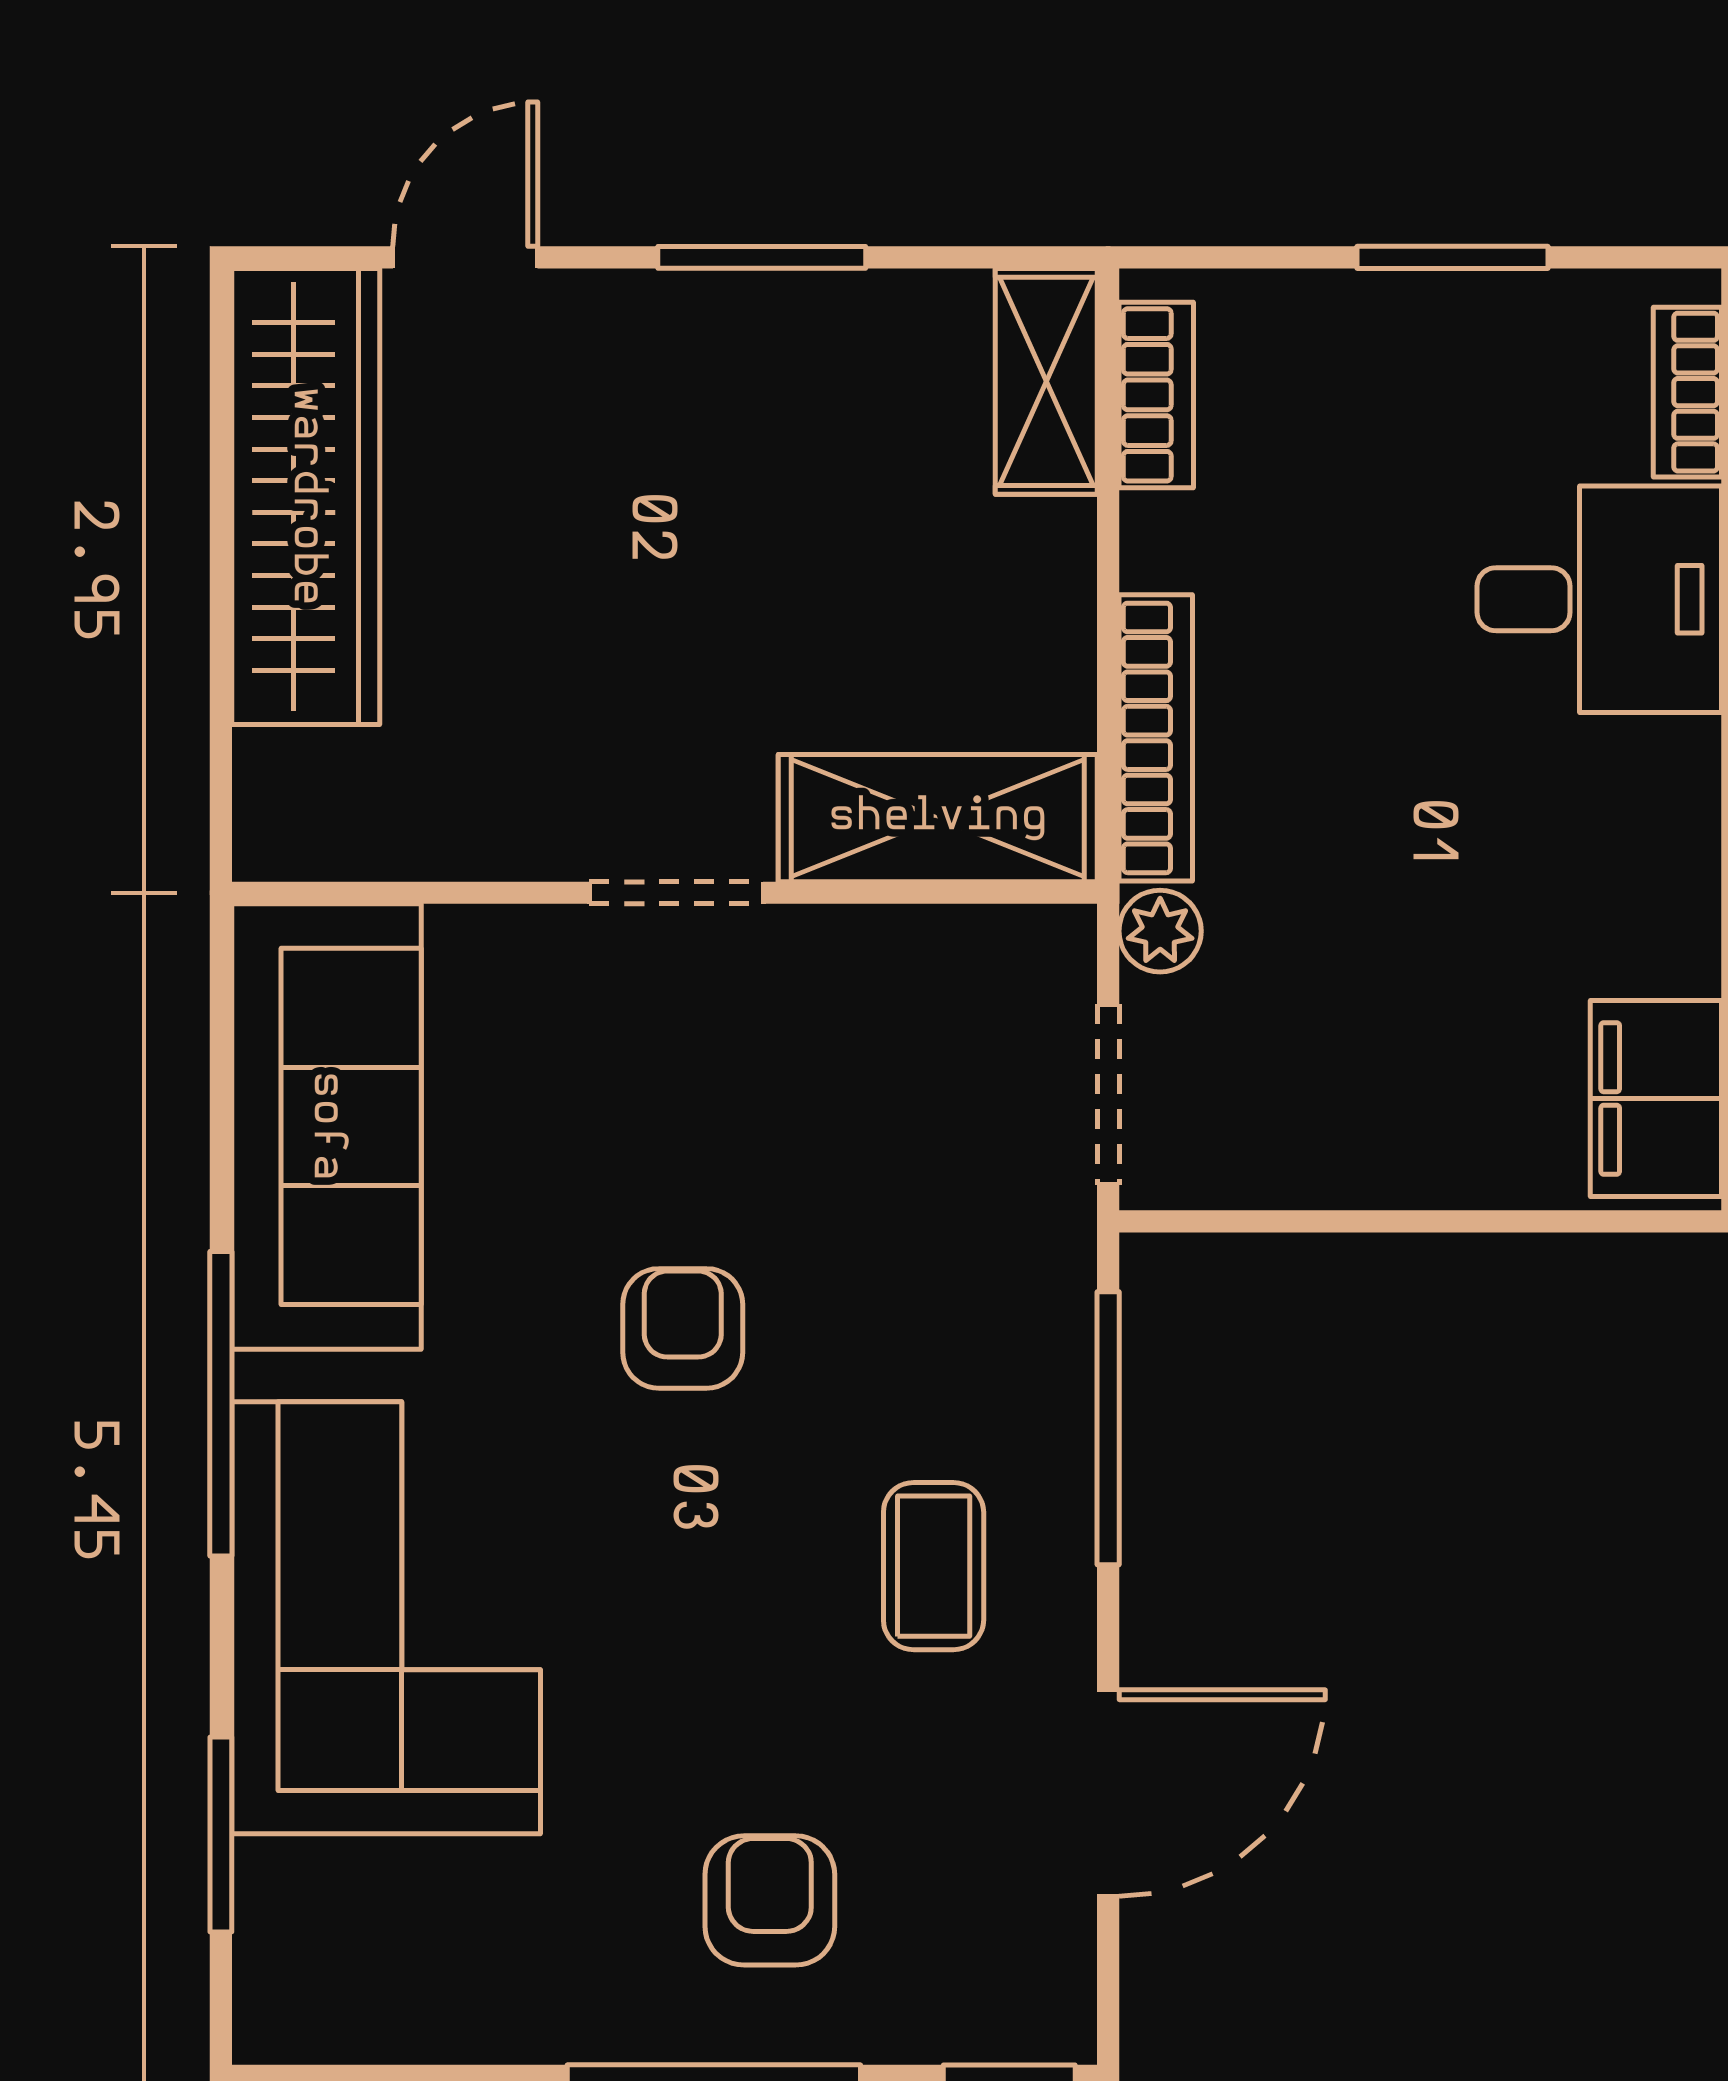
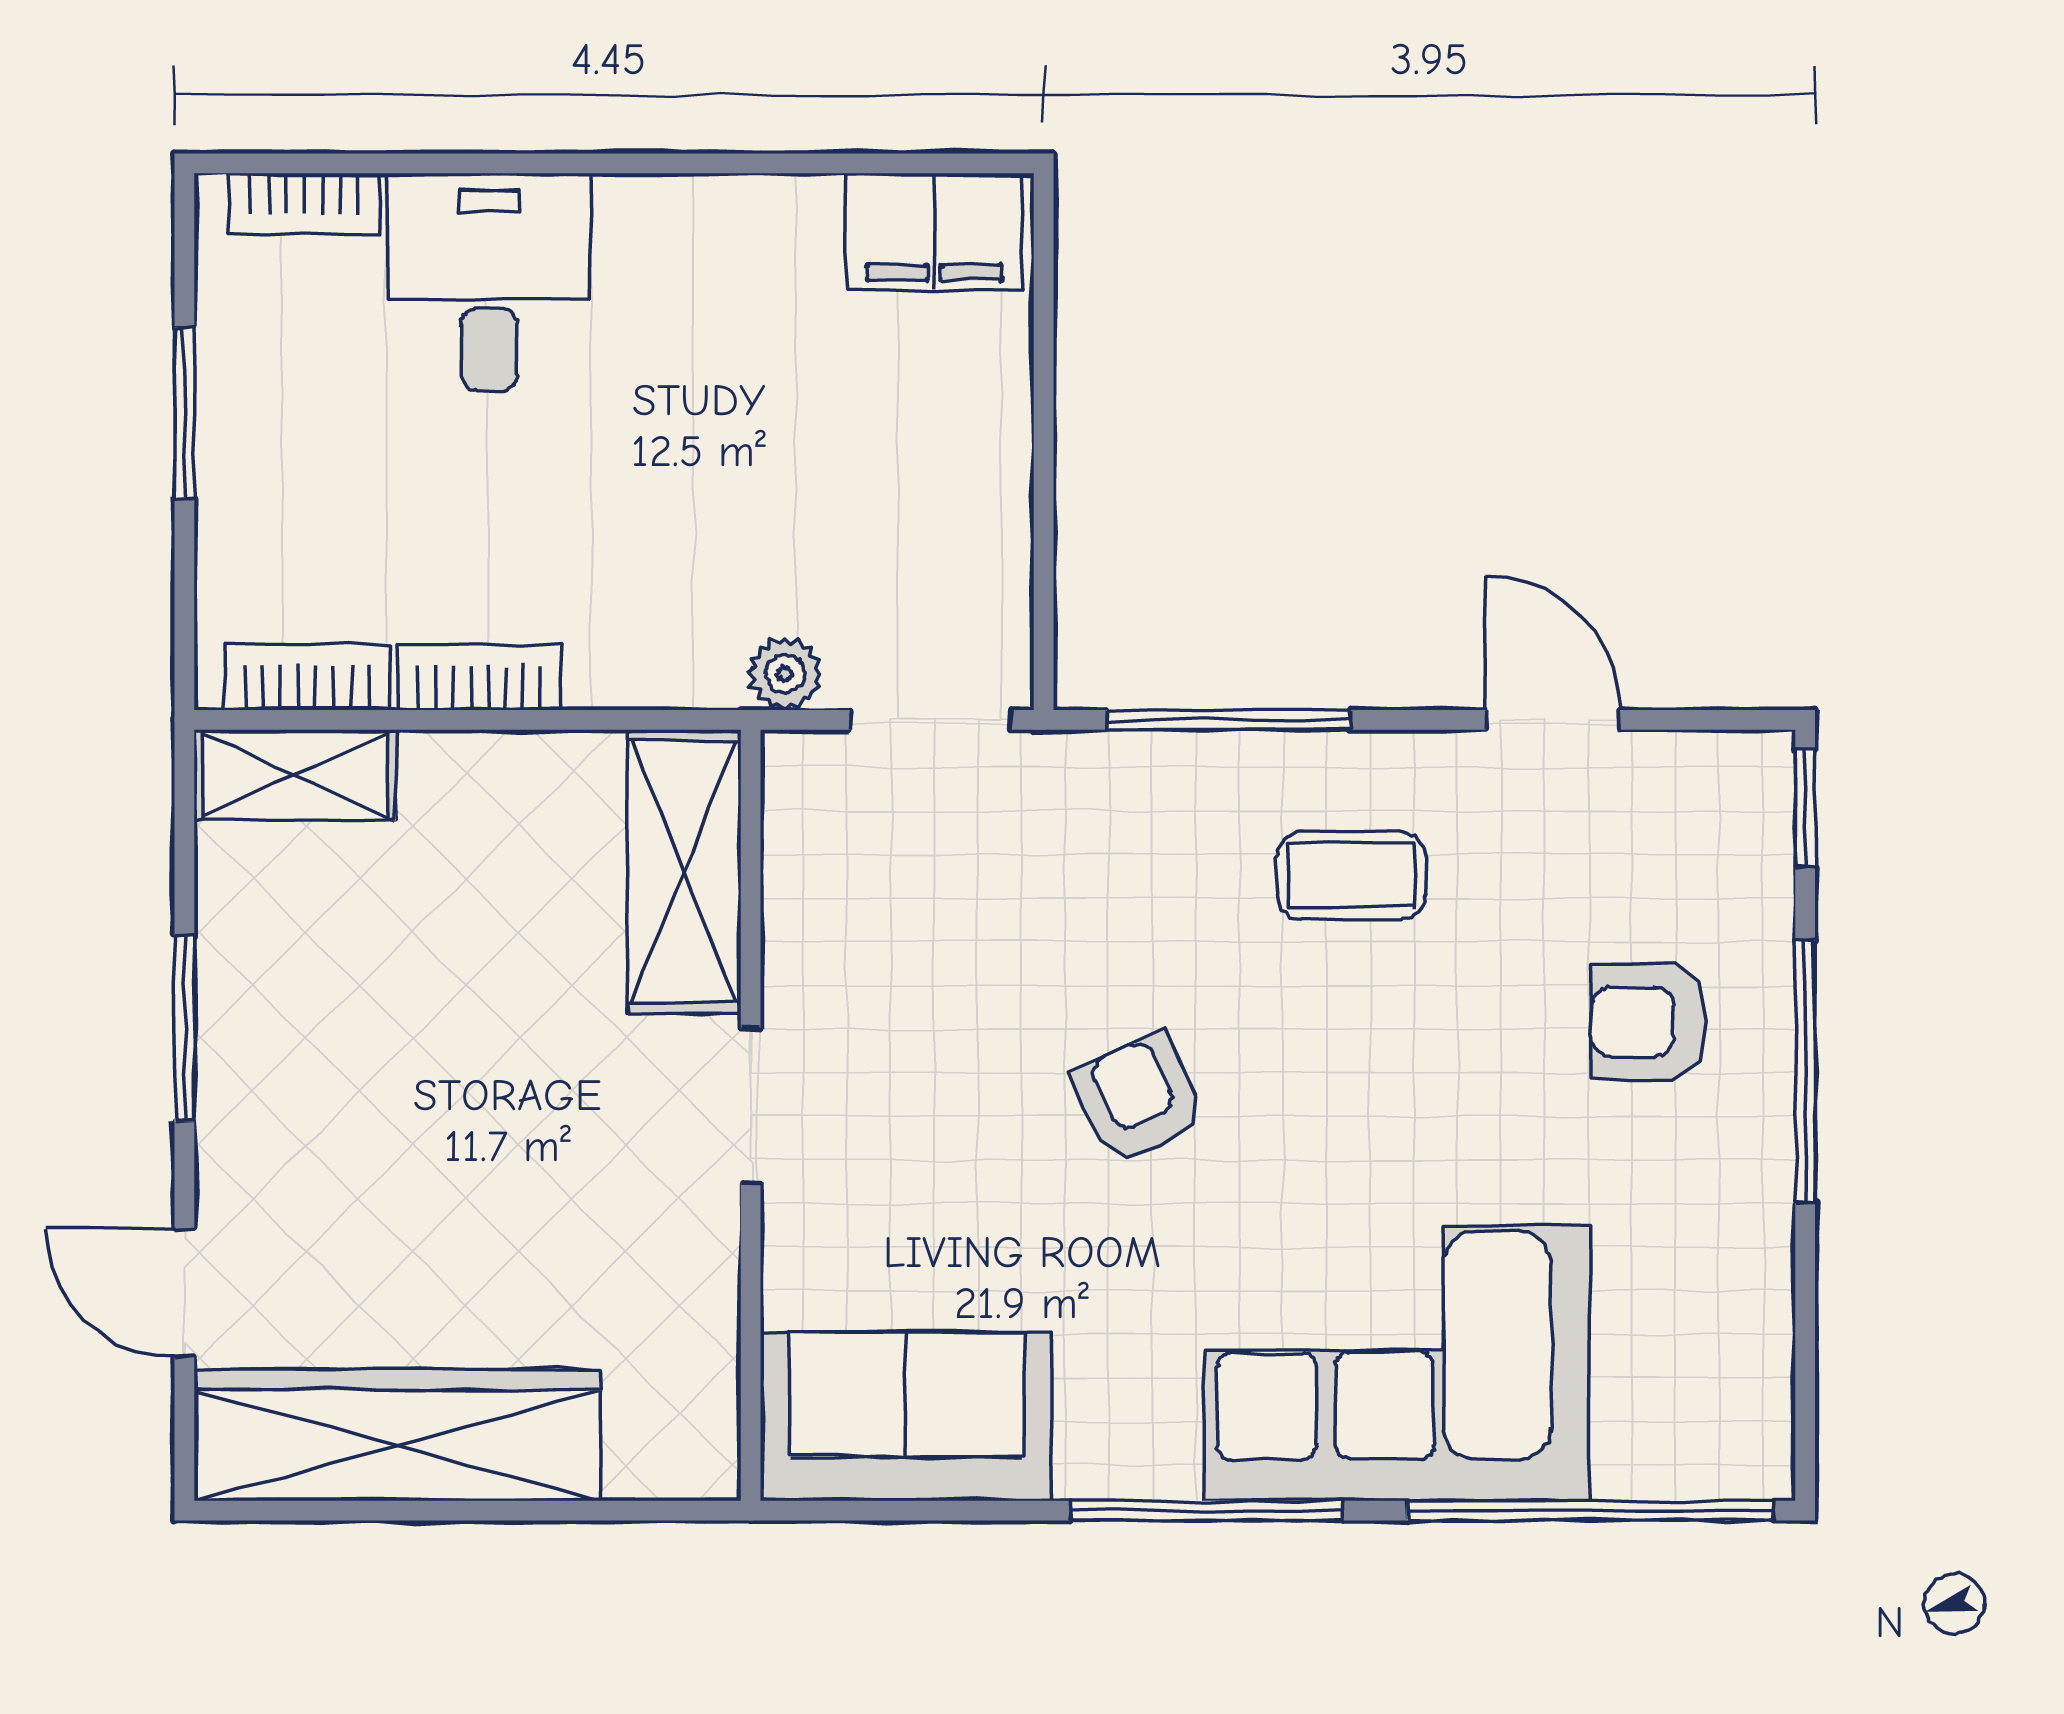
bookcase: (1156, 738) -> (479, 677), moved, width x0.64
sofa: (326, 1126) -> (906, 1417), width x0.73
armchair: (683, 1328) -> (1139, 1099), turned 65
door: (1108, 1793) -> (1553, 720), width x0.73
window: (221, 1834) -> (1590, 1511), width x2.11

